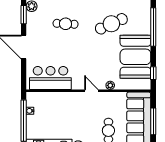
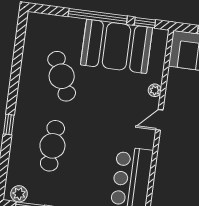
cafe table: (66, 24) -> (52, 146), width x1.37, depth x1.35
window: (153, 27) -> (98, 16), moved

